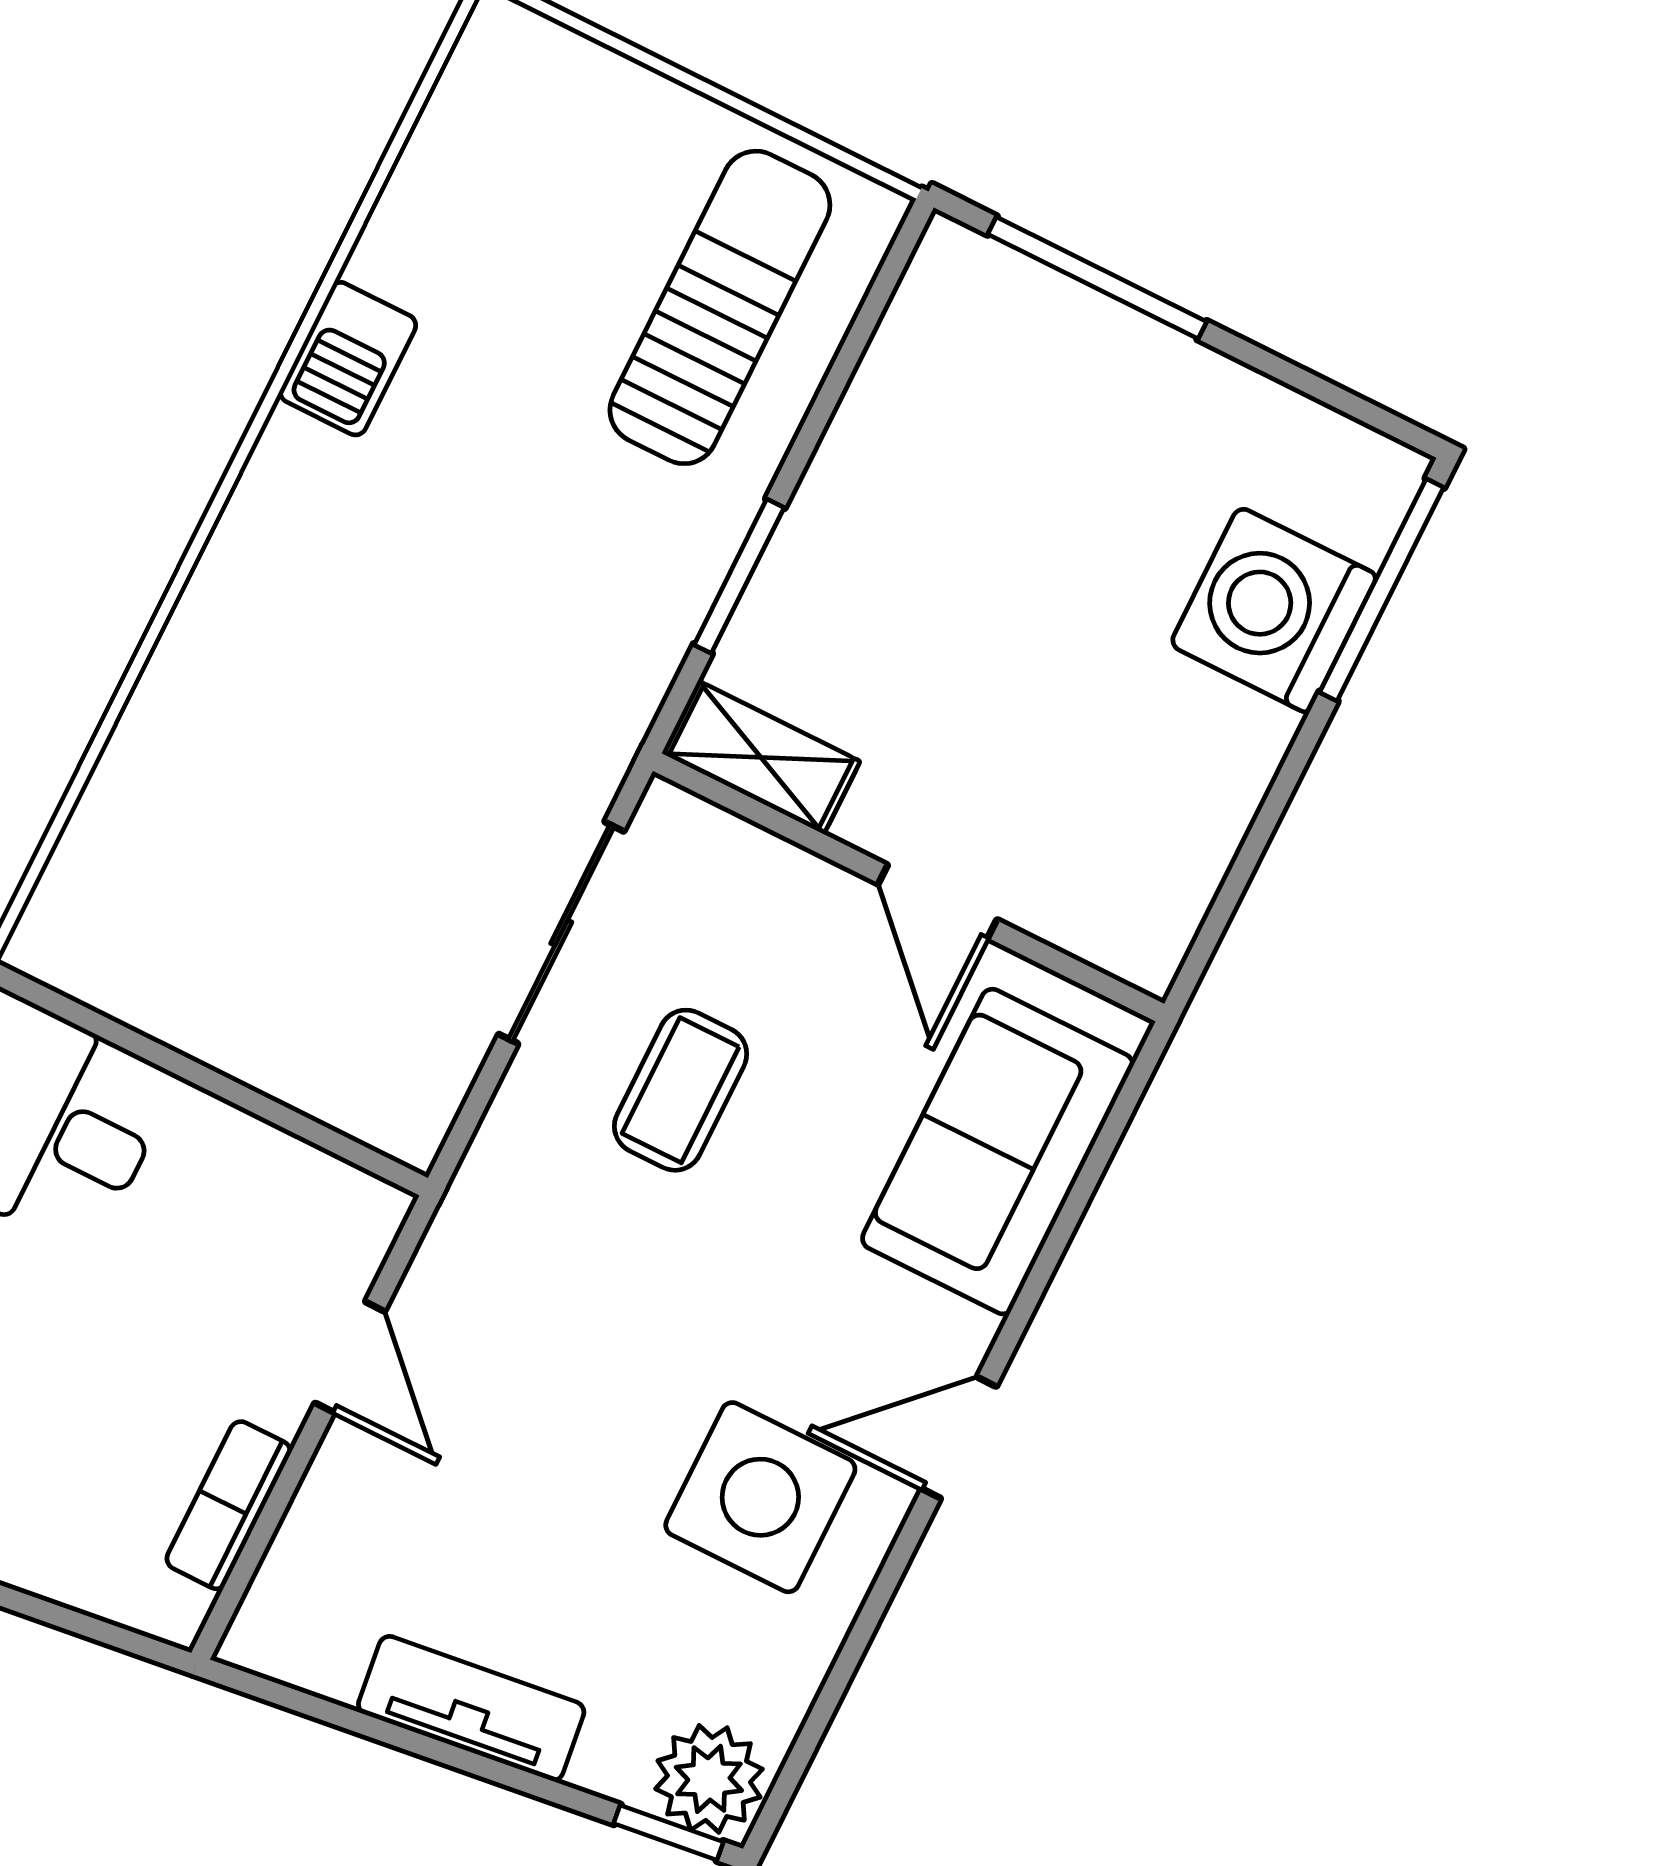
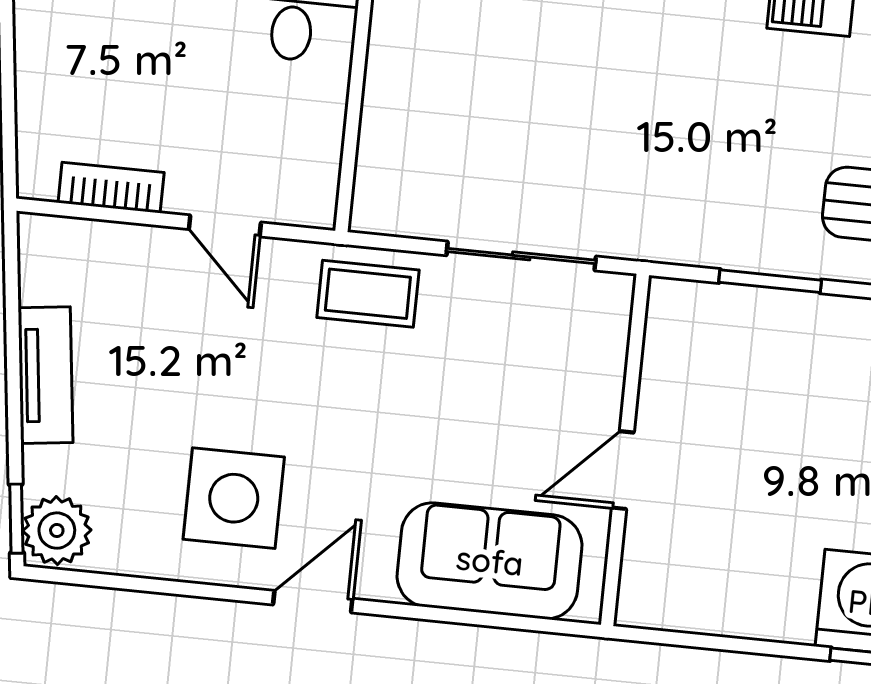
shelving: (761, 757) -> (669, 334), removed
coffee table: (681, 1090) -> (368, 294), moved
door: (350, 1357) -> (225, 226), hinge flipped
door: (959, 1438) -> (313, 602), hinge flipped

